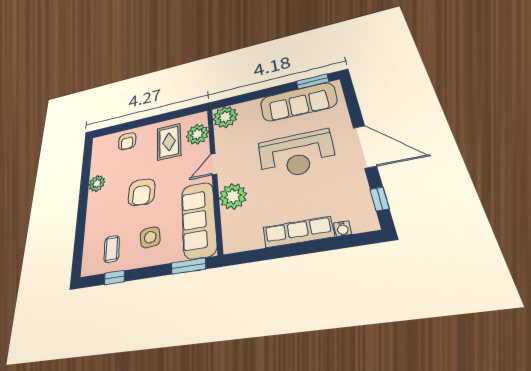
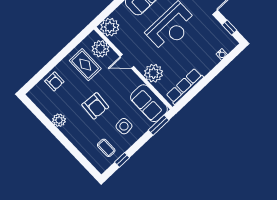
door: (214, 164) -> (127, 61), hinge flipped
sofa: (199, 220) -> (149, 103), width x0.73
row of seats: (298, 232) -> (185, 86), moved

